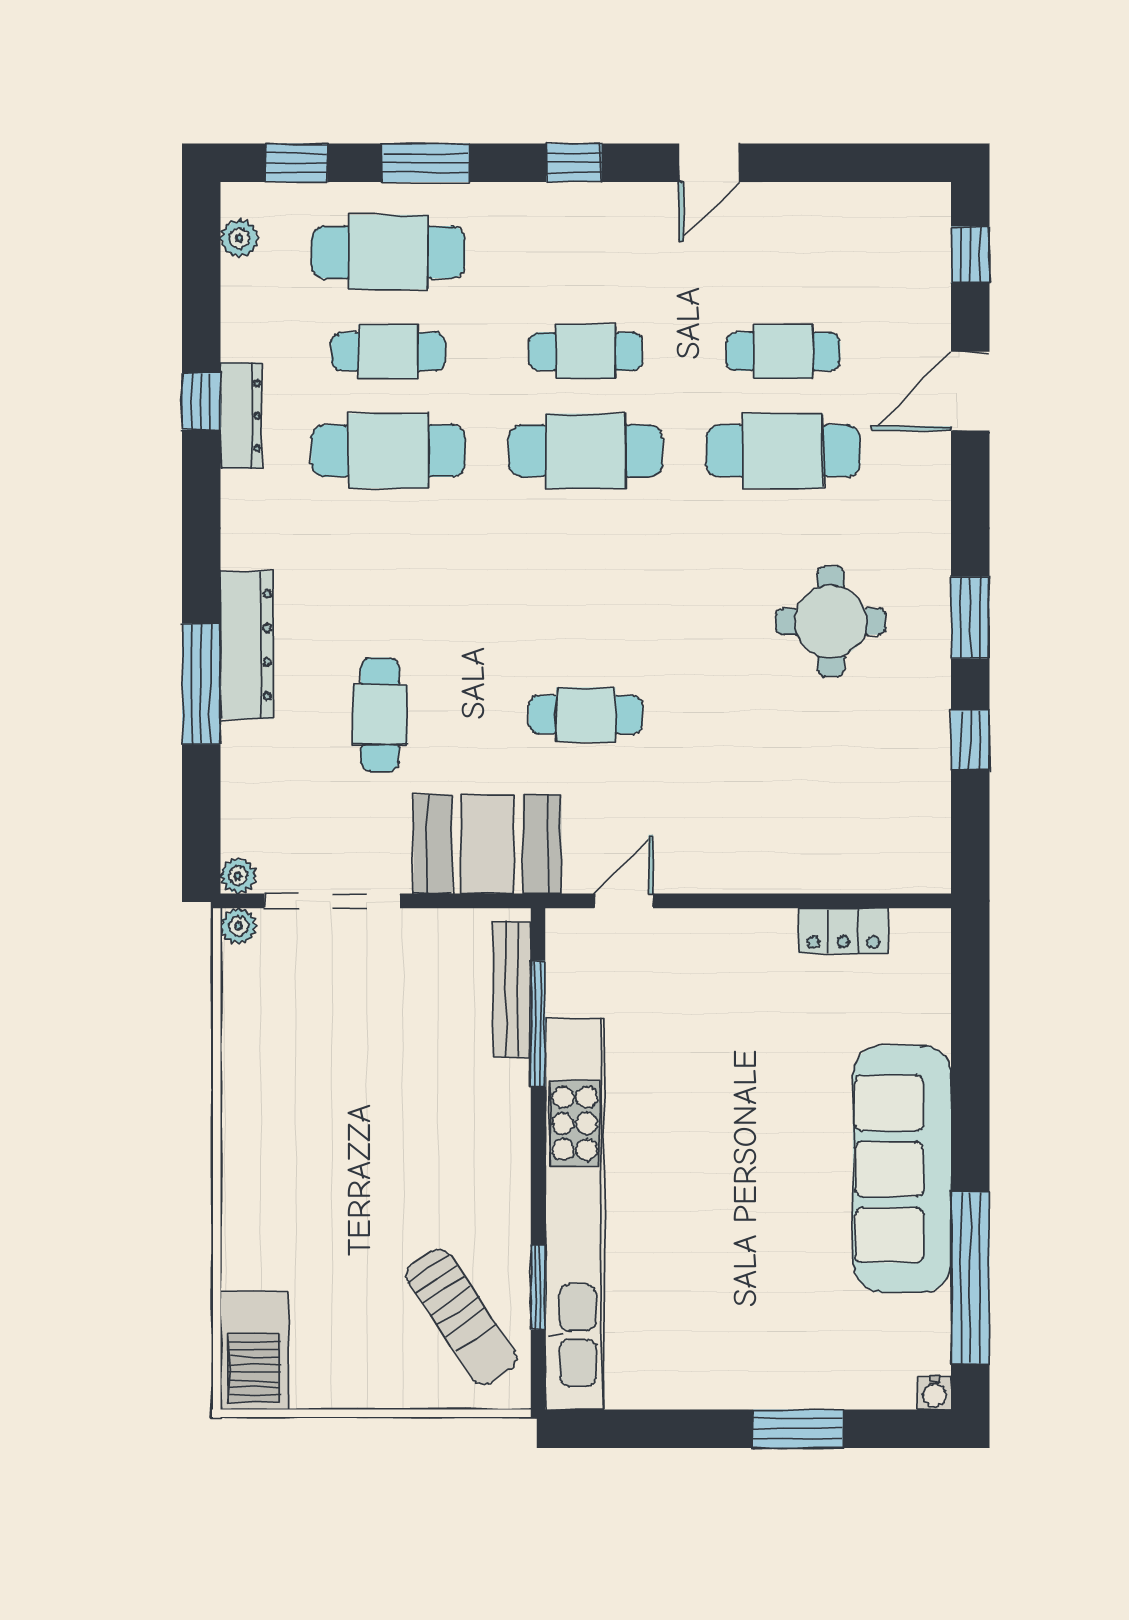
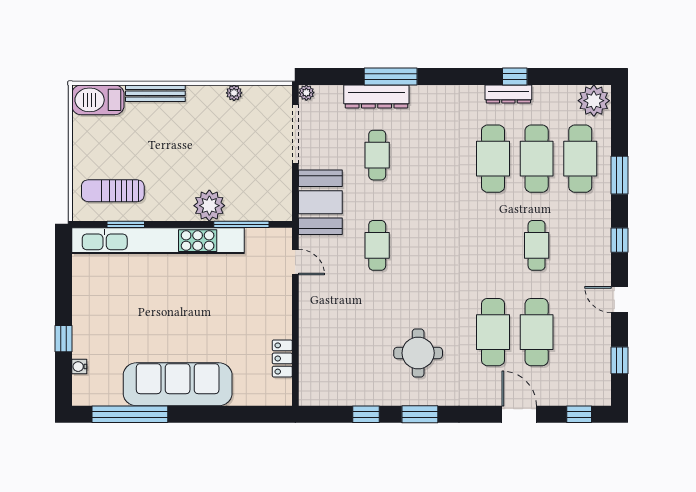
window: (296, 163) -> (619, 360), moved
plant: (239, 238) -> (594, 101), width x1.87, depth x1.87
cafe table: (388, 351) -> (537, 159), width x1.37, depth x1.35
cafe table: (783, 351) -> (537, 332), width x1.37, depth x1.35
cafe table: (586, 451) -> (493, 245), removed
dresser: (247, 645) -> (376, 96), moved
cafe table: (380, 715) -> (377, 155), turned 90
plant: (238, 926) -> (234, 93), moved
bench: (512, 989) -> (155, 93), moved
plant: (495, 1097) -> (209, 206), added
sun lounger: (461, 1317) -> (113, 191), turned 34
water cooler: (934, 1393) -> (79, 367), moved
window: (798, 1429) -> (64, 339), width x0.67

